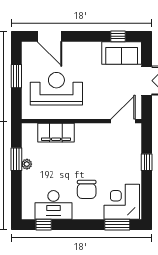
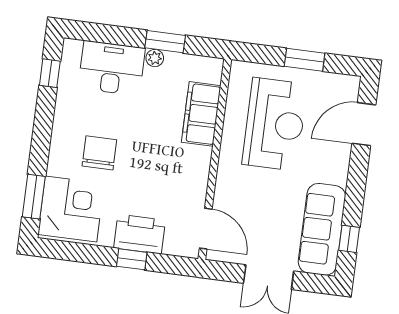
sofa: (122, 53) -> (322, 229), width x1.36
printer: (131, 160) -> (139, 234), added
chair: (87, 189) -> (99, 153), turned 90
desk: (53, 205) -> (112, 68), moved, turned 90

